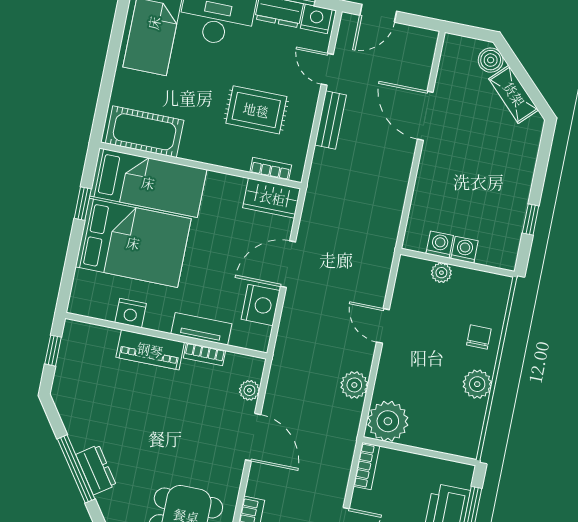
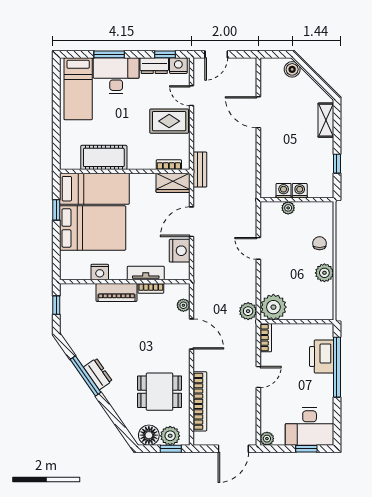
shelving: (514, 94) -> (326, 120), moved, turned 45
rug: (256, 110) -> (169, 121), moved
bench: (331, 120) -> (200, 170), moved
cot: (145, 132) -> (104, 157), moved
plant: (354, 385) -> (248, 311), moved

